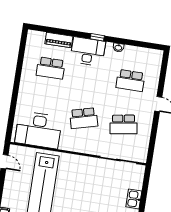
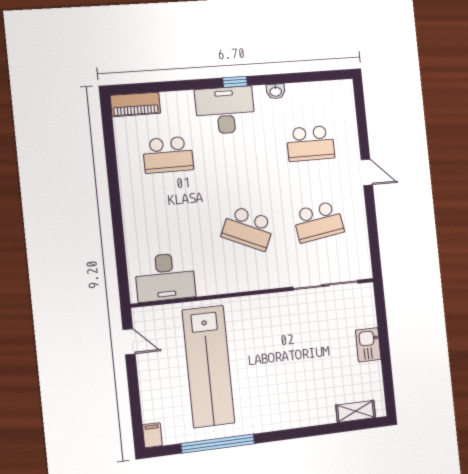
piano: (59, 40) -> (135, 104), moved
school desk: (84, 118) -> (248, 228), turned 39
desk: (39, 130) -> (165, 277), width x0.73, depth x0.77

